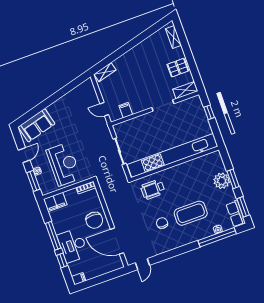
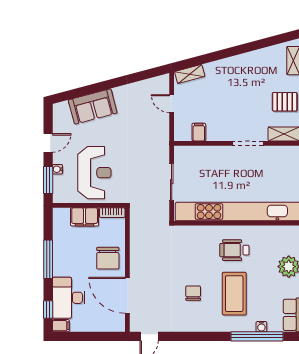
door: (104, 109) -> (172, 104), moved
sofa: (36, 125) -> (93, 106), moved
wheelchair: (153, 189) -> (234, 250), moved
filing cabinet: (55, 202) -> (85, 217), moved
coffee table: (191, 213) -> (234, 294), turned 90
desk: (73, 245) -> (69, 298), moved
window: (62, 260) -> (48, 310), moved

